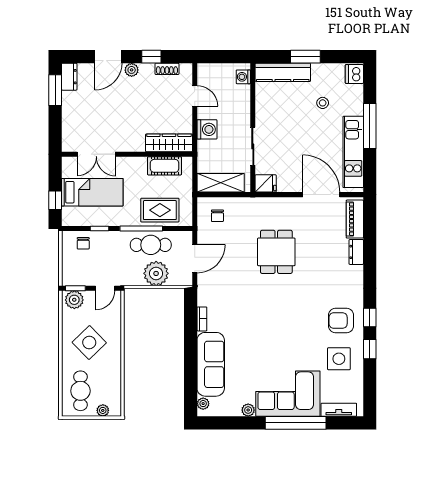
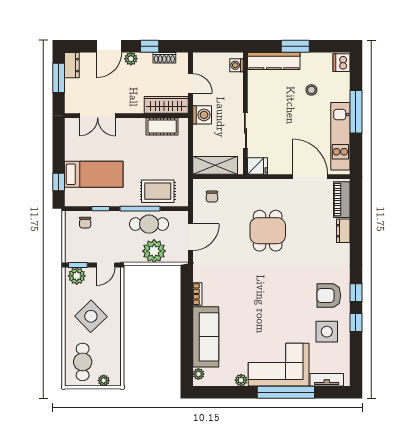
wardrobe: (169, 143) -> (166, 105), moved
double door: (96, 154) -> (98, 116), moved
wall: (127, 154) -> (126, 116), moved
cot: (165, 166) -> (162, 127), moved

